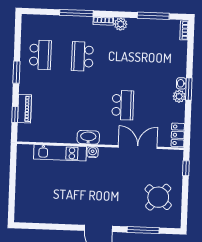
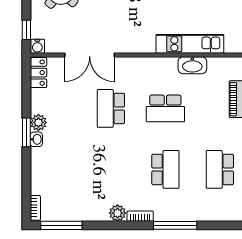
window: (153, 16) -> (61, 225), moved
school desk: (81, 104) -> (165, 108), added
washbasin: (88, 137) -> (192, 65), moved
water cooler: (93, 152) -> (37, 46), moved

